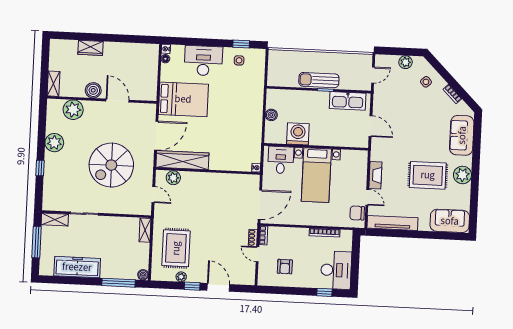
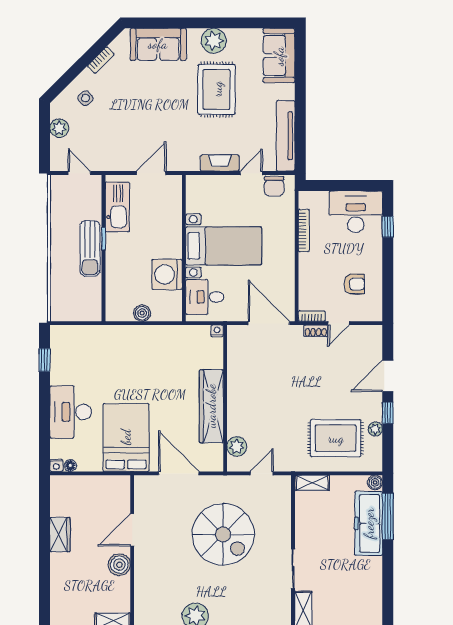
wardrobe: (90, 48) -> (60, 535), moved
side table: (239, 60) -> (68, 362), removed
plant: (73, 110) -> (148, 592), removed
wardrobe: (182, 160) -> (211, 406), moved
freezer: (77, 267) -> (369, 523), moved

